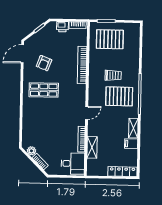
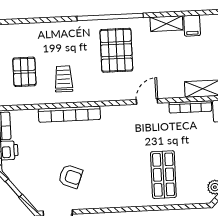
pallet: (110, 39) -> (24, 72), width x0.67, depth x0.71
trolley: (113, 75) -> (64, 79), moved
shop shelf: (44, 90) -> (163, 175), moved
door: (87, 113) -> (147, 101), hinge flipped

